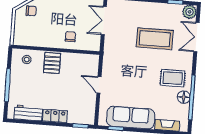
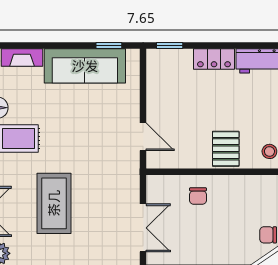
coffee table: (155, 39) -> (54, 203), turned 90
door: (99, 85) -> (143, 137), moved

